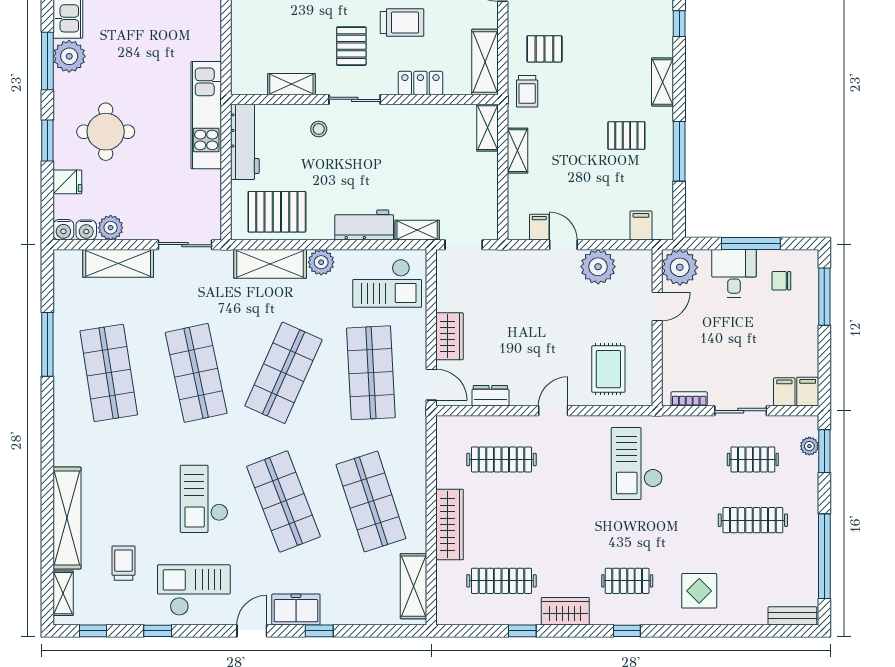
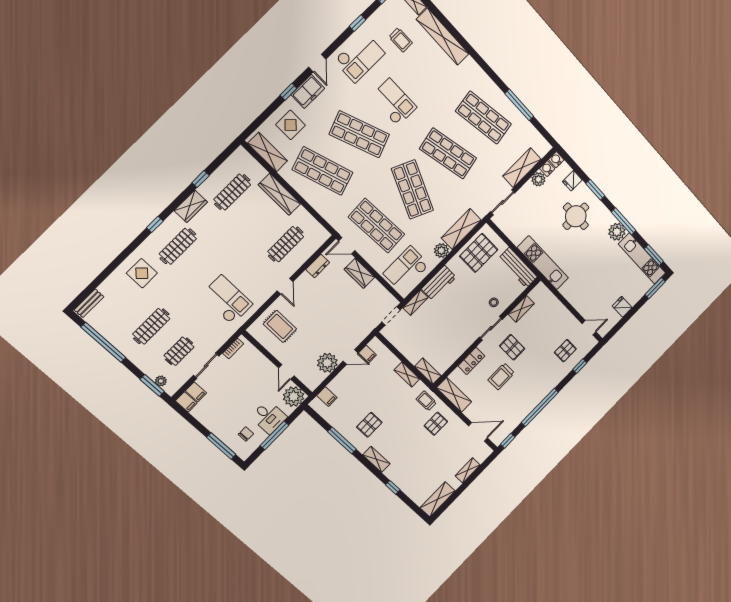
clothes rail: (627, 581) -> (178, 246), width x1.36
display table: (355, 591) -> (291, 125), added

